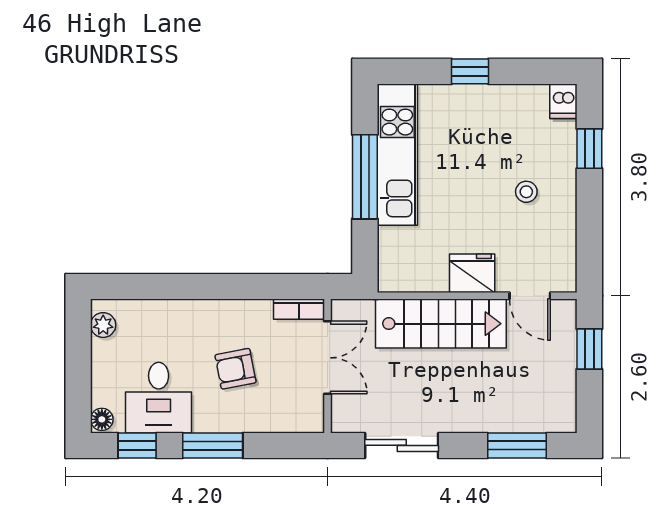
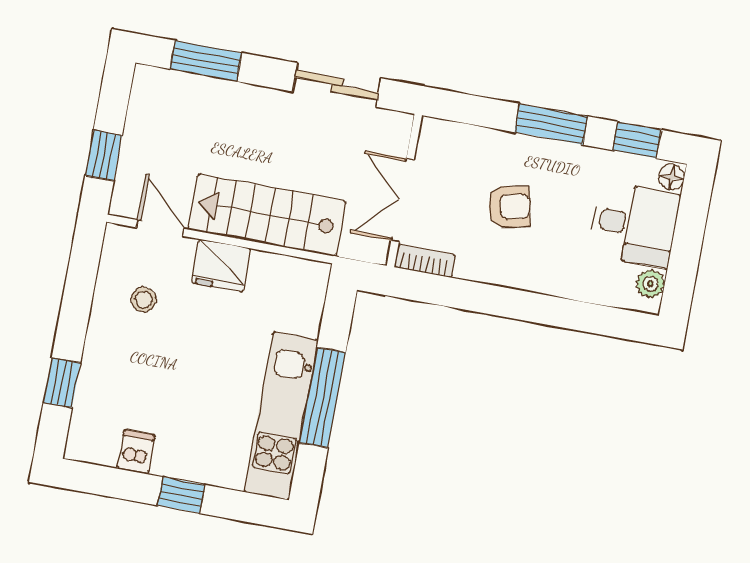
dishwasher: (563, 101) -> (136, 452), moved
stool: (526, 192) -> (144, 300), moved
desk: (159, 398) -> (634, 225), moved, turned 90

